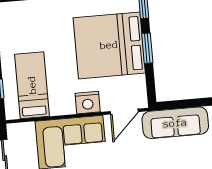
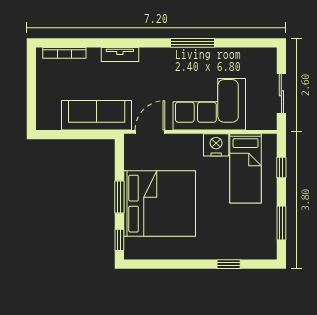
nightstand: (88, 103) -> (216, 145), moved

